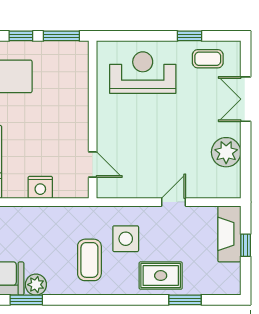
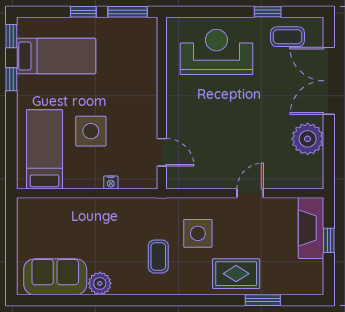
double door: (246, 99) -> (329, 81), width x1.37
side table: (28, 145) -> (91, 131), added
nightstand: (40, 187) -> (111, 182), width x0.53, depth x0.56
coffee table: (89, 260) -> (158, 257), width x0.73, depth x0.77
window: (26, 300) -> (89, 300), removed

